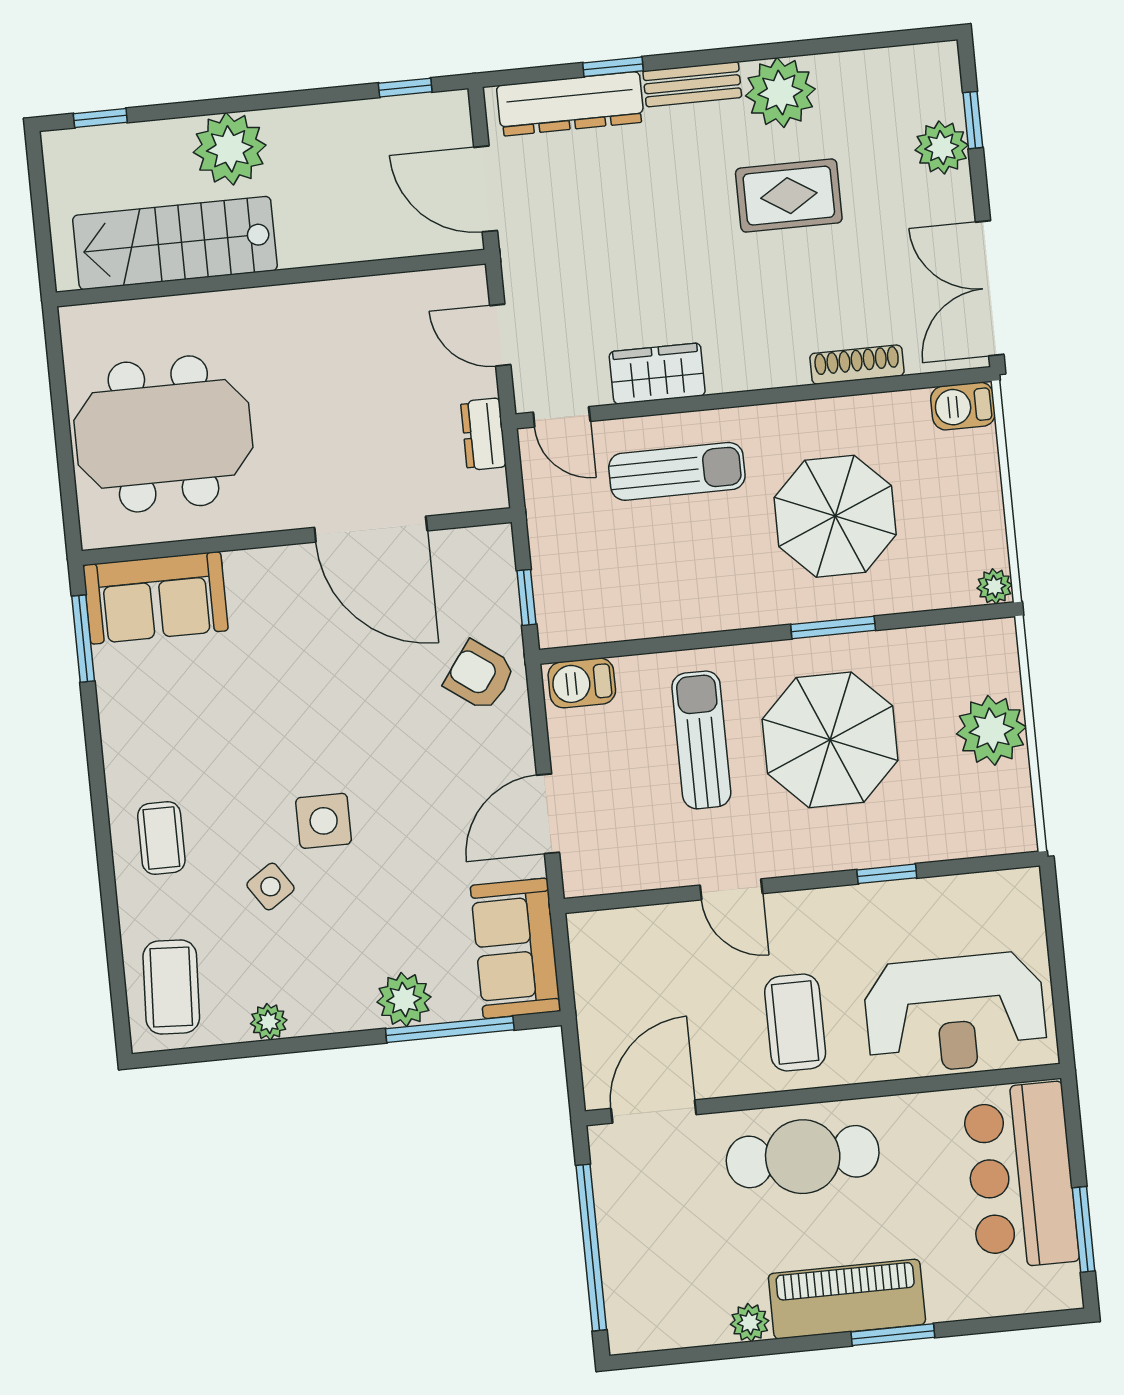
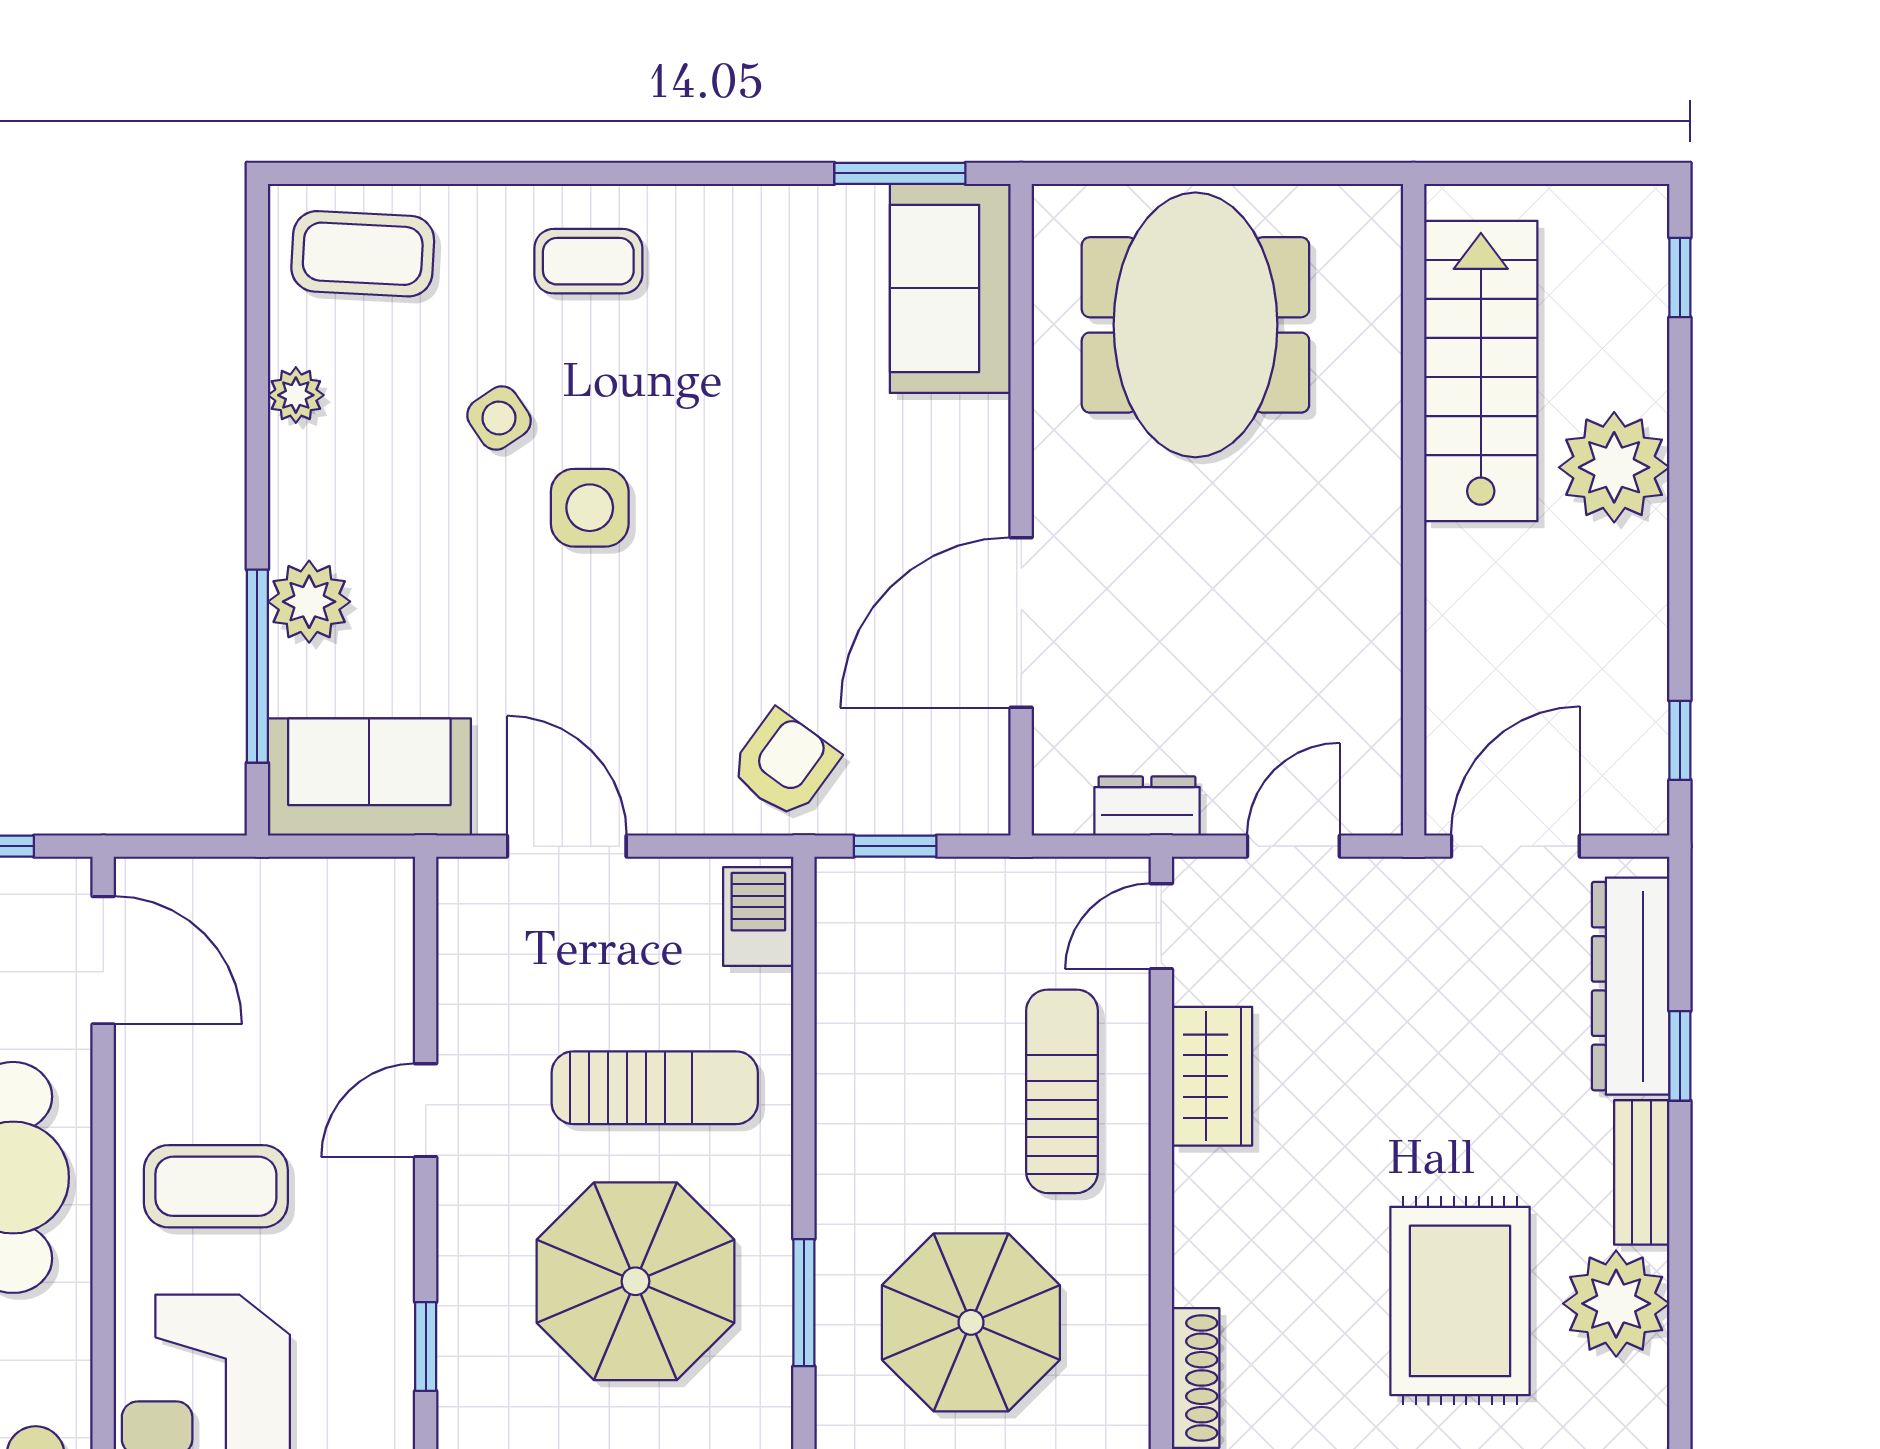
rug: (789, 196) -> (1460, 1301), width x1.36, depth x1.43
sun lounger: (677, 471) -> (1062, 1091), turned 180

